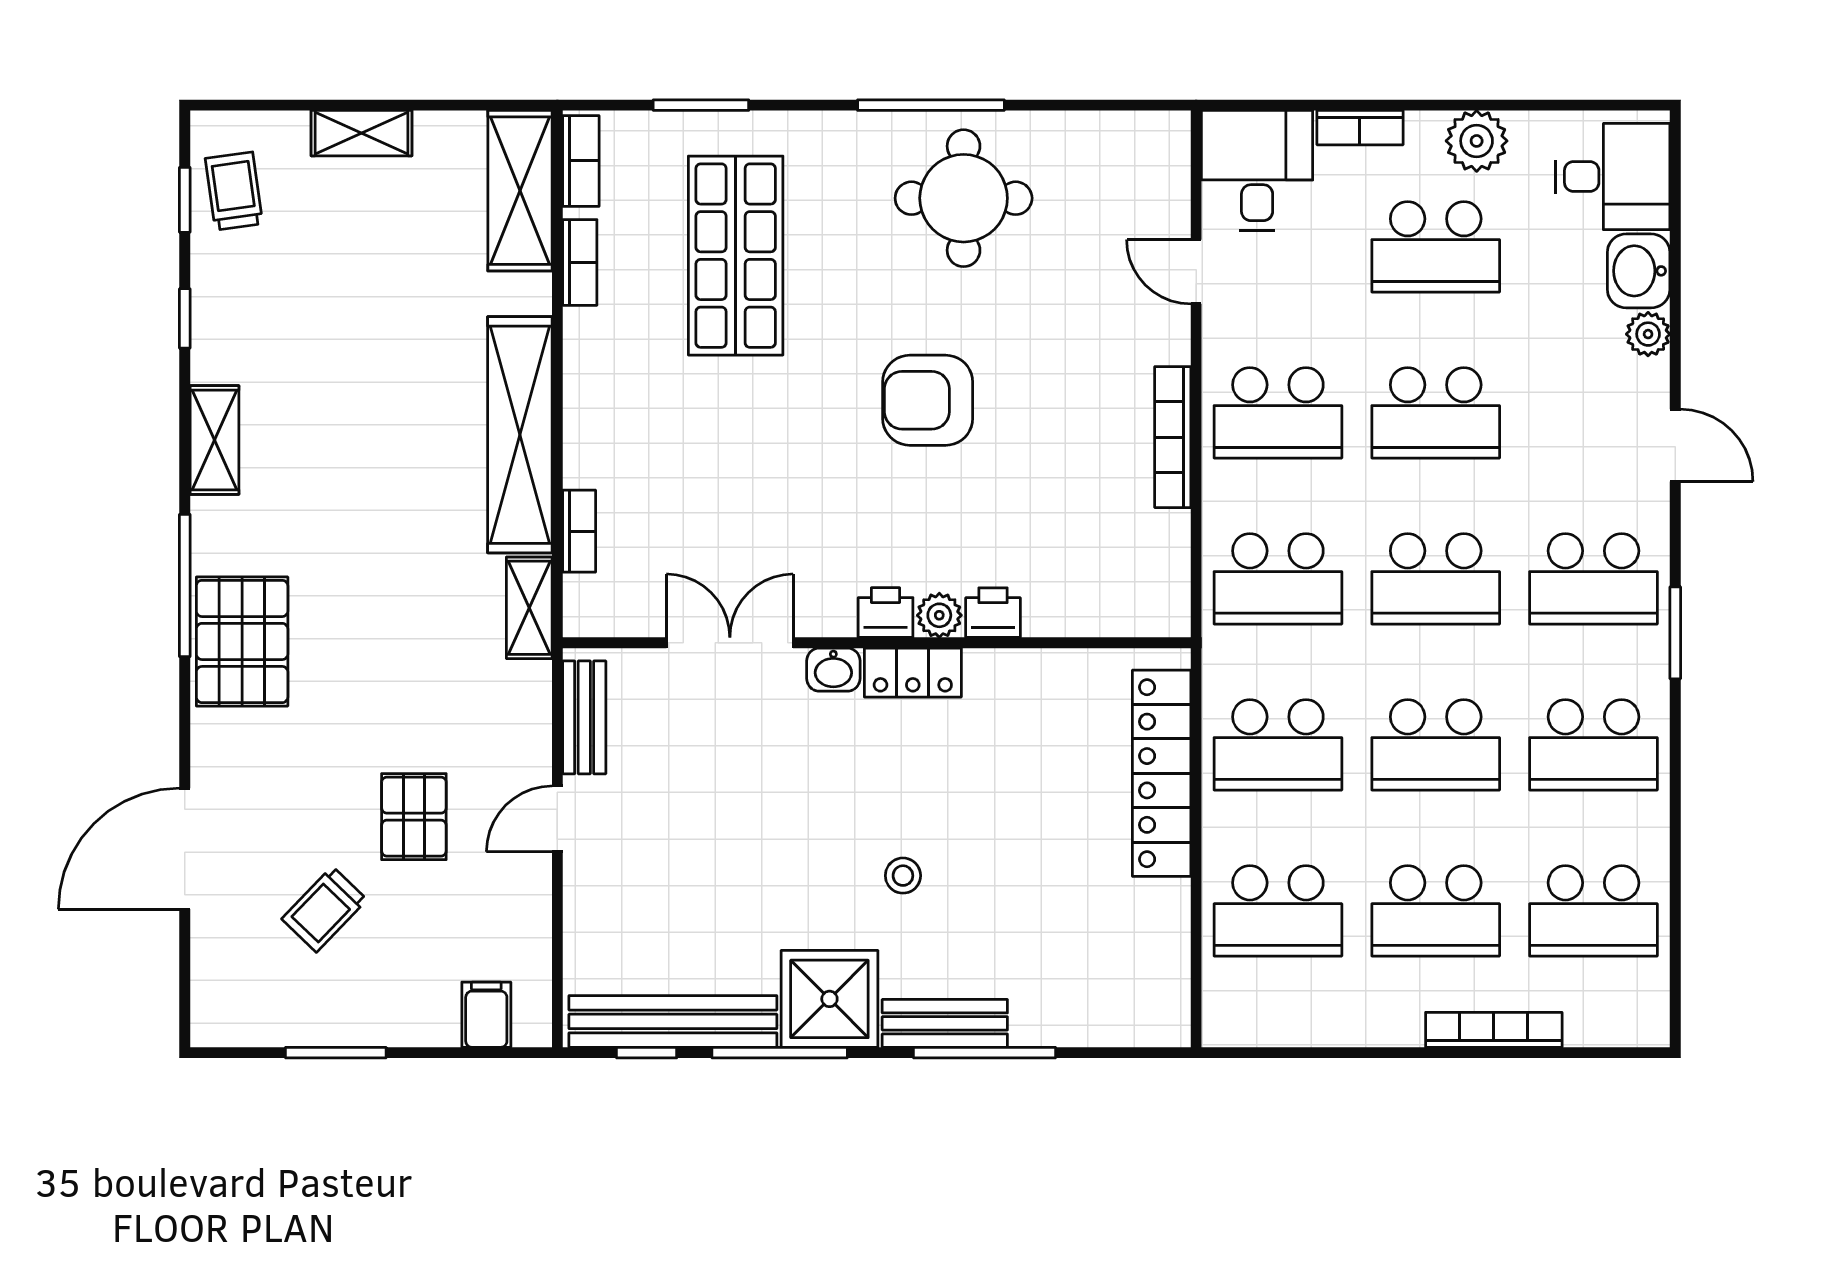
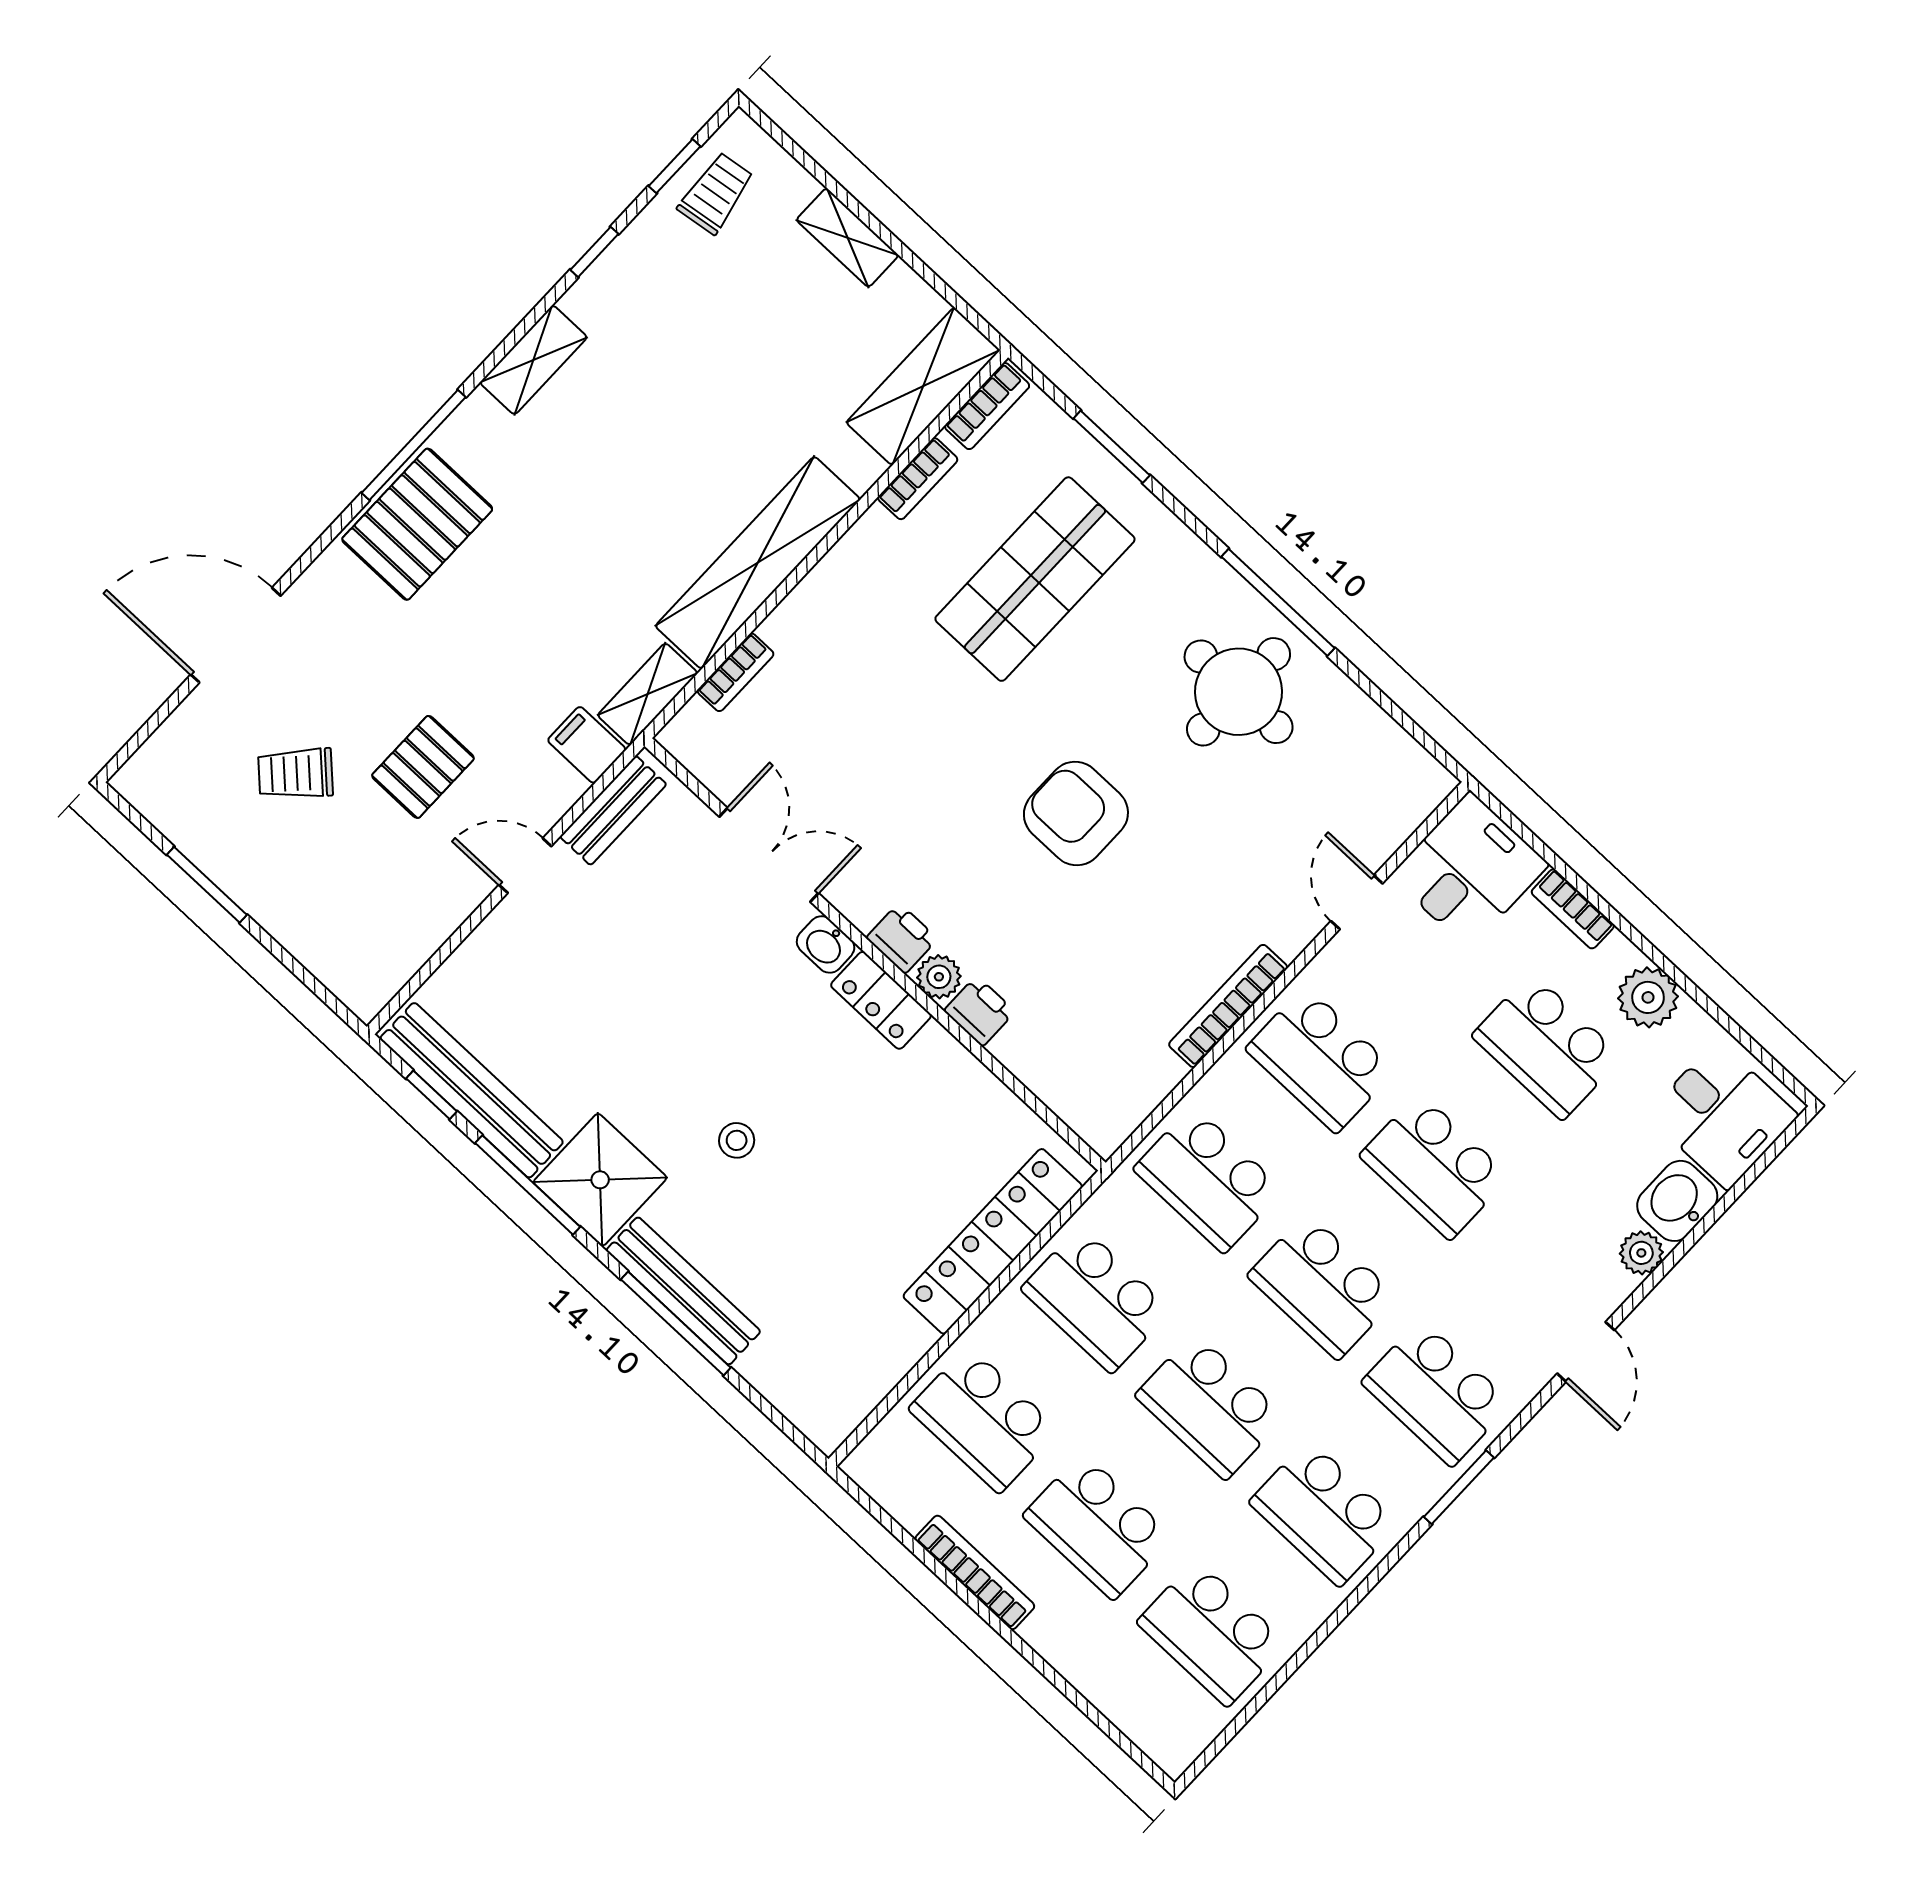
filing cabinet: (486, 1015) -> (587, 745), moved, turned -90
bench: (945, 1023) -> (683, 1291), width x1.36
bookcase: (1494, 1030) -> (975, 1572), moved

